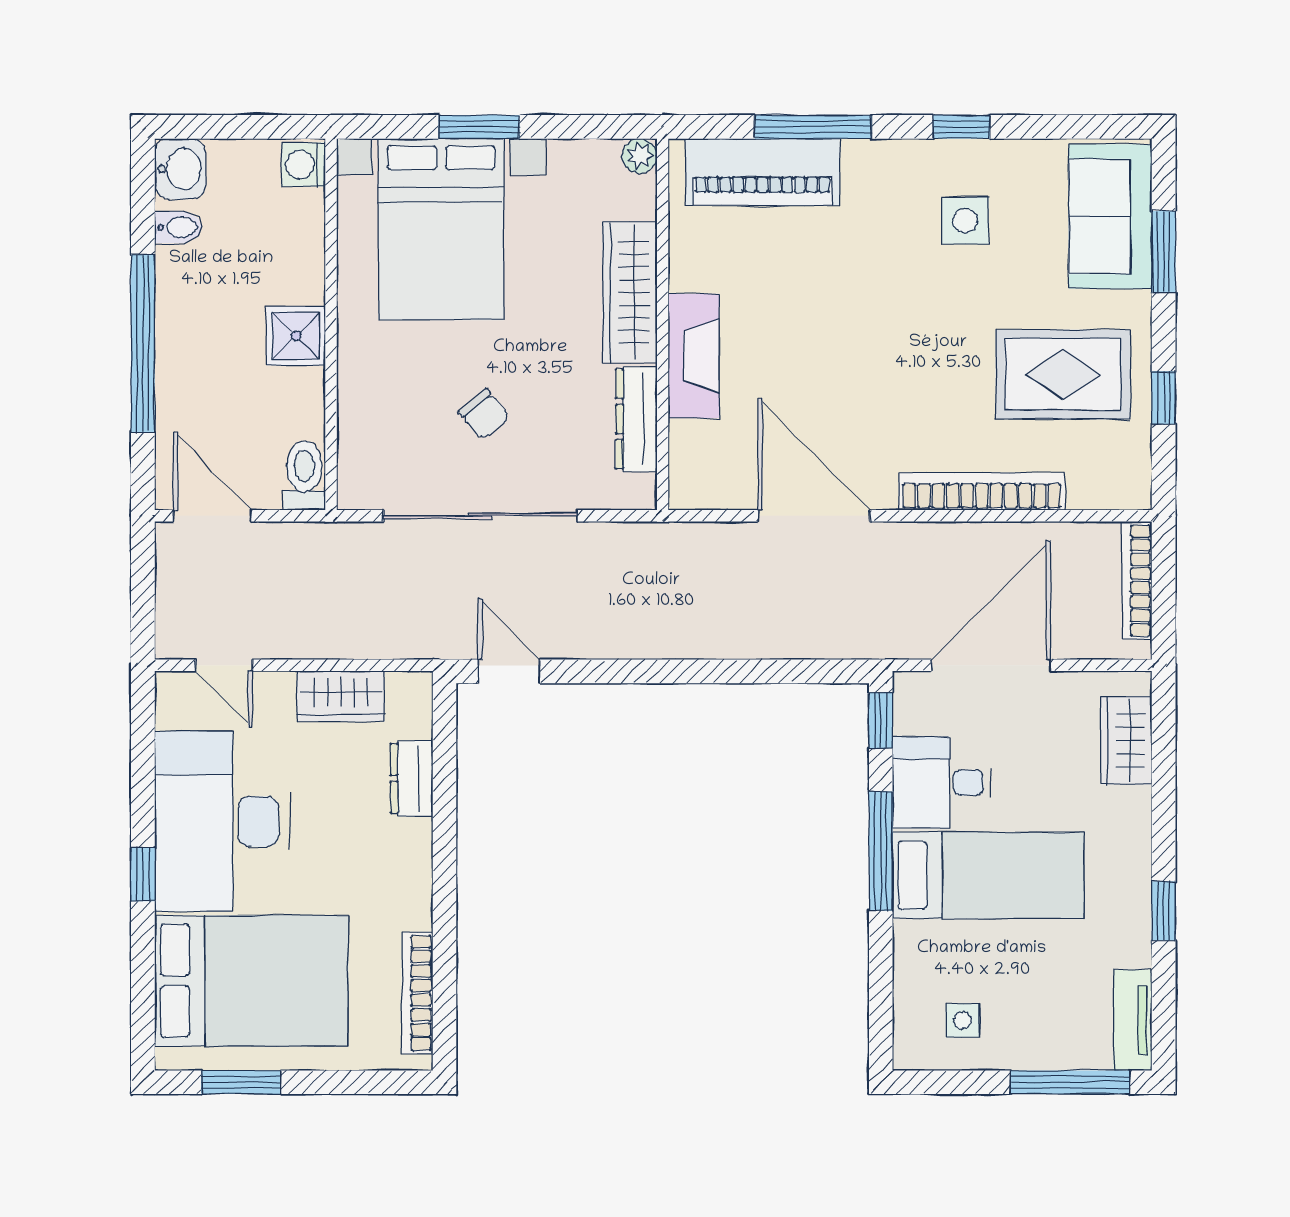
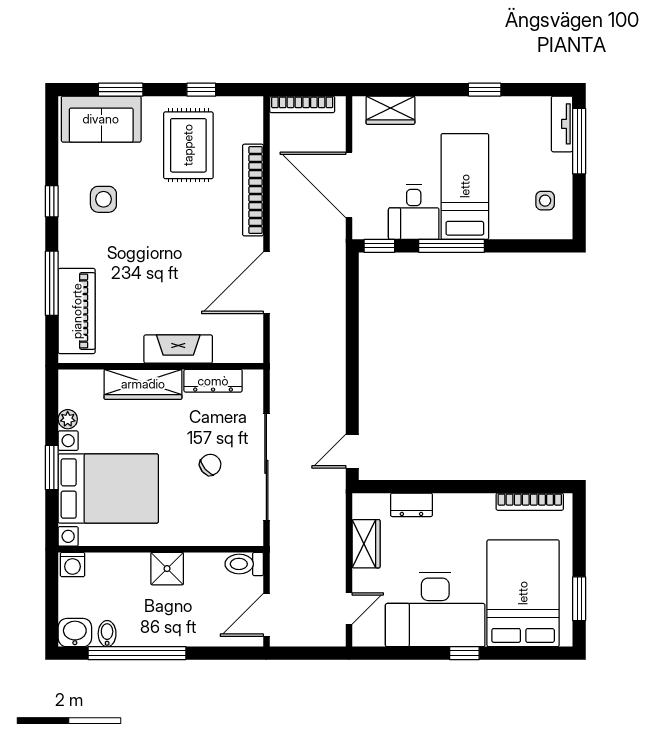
plant: (640, 156) -> (68, 419), moved
window: (143, 343) -> (137, 653), moved
tv unit: (1133, 1020) -> (562, 124), moved, turned 90

